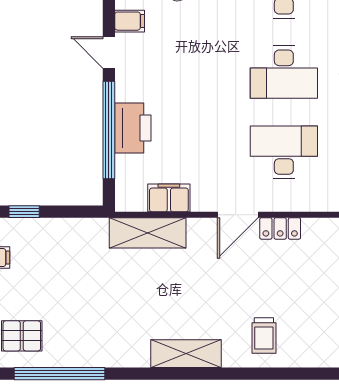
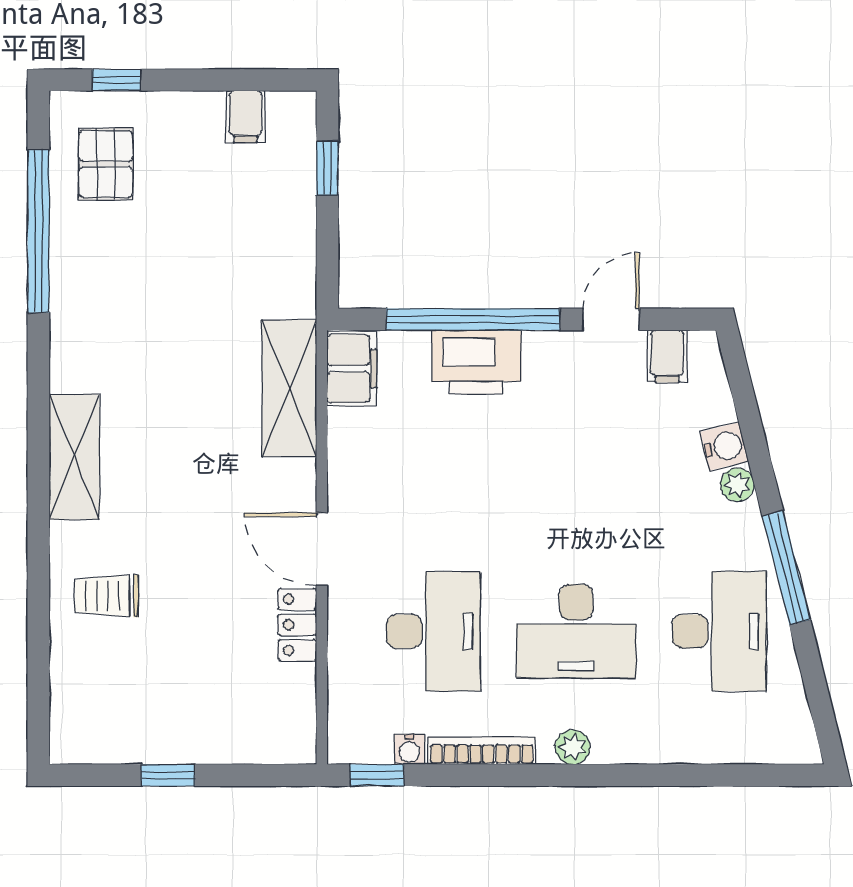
desk: (284, 72) -> (576, 631), turned -90
filing cabinet: (169, 198) -> (352, 369), moved

